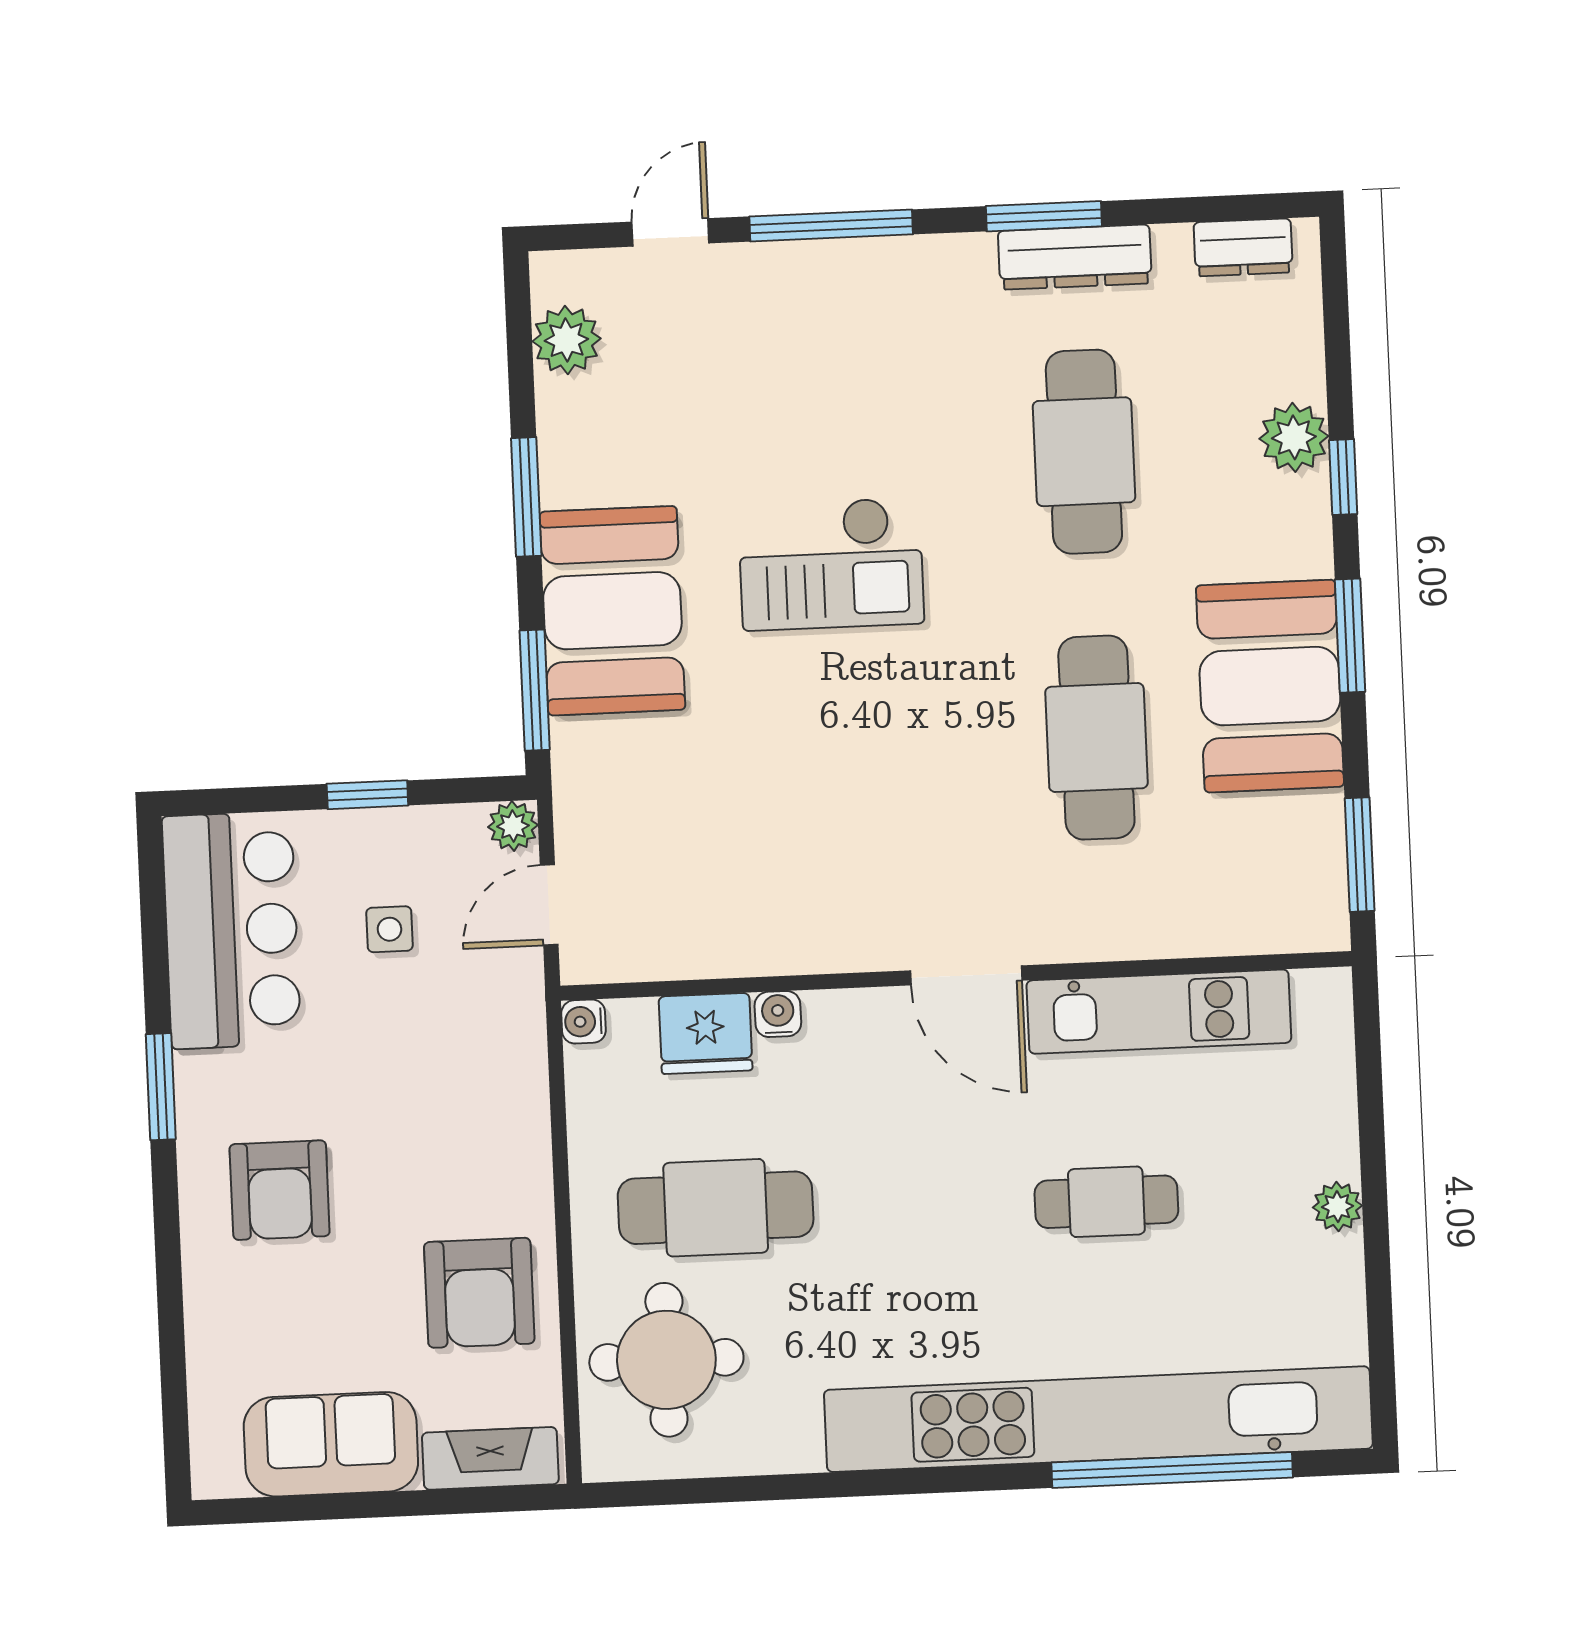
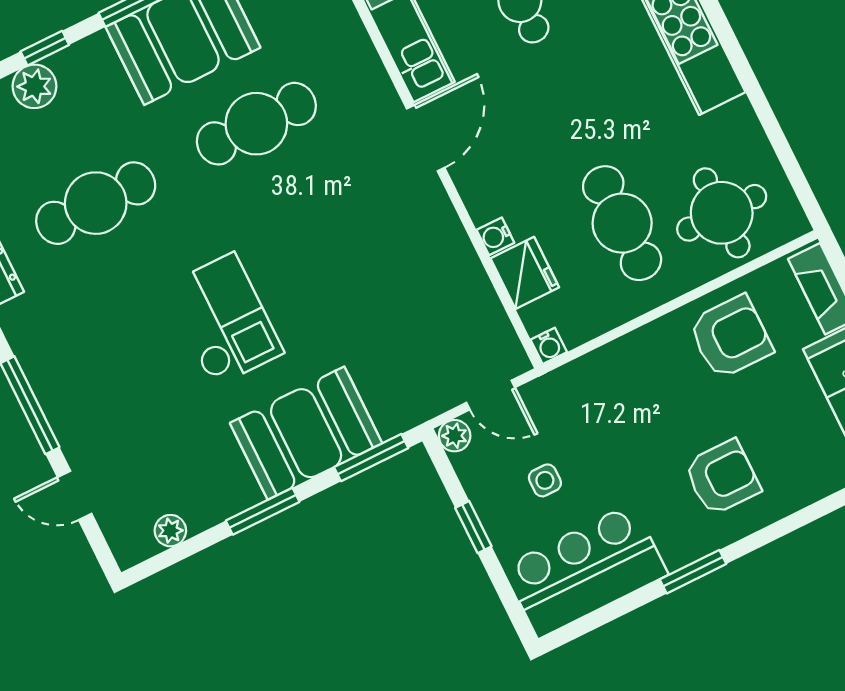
plant: (566, 340) -> (170, 531), width x0.73, depth x0.73

